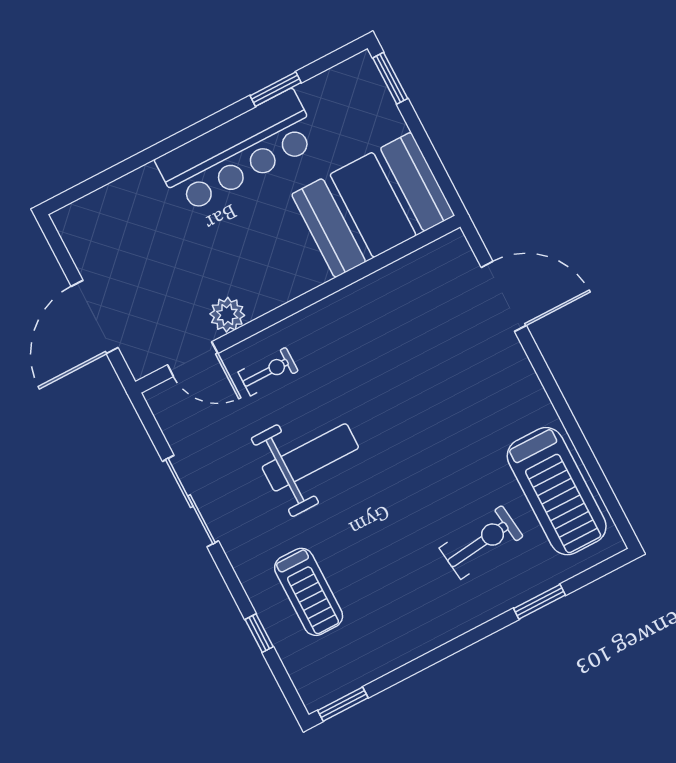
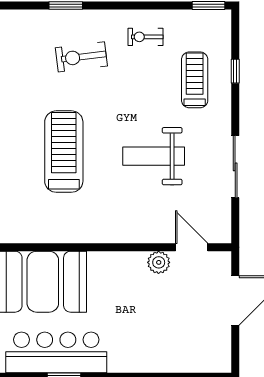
bar counter: (238, 152) -> (56, 352), moved
exercise bike: (268, 372) -> (145, 37), moved
treadmill: (557, 491) -> (64, 152), moved

